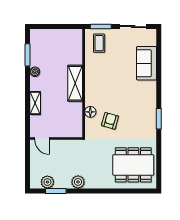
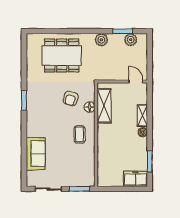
freezer: (42, 37) -> (135, 179), added
coffee table: (99, 43) -> (80, 134), moved
boiler: (35, 72) -> (143, 132), moved
shelving: (75, 83) -> (104, 106), moved
dining table: (133, 165) -> (62, 55), moved

